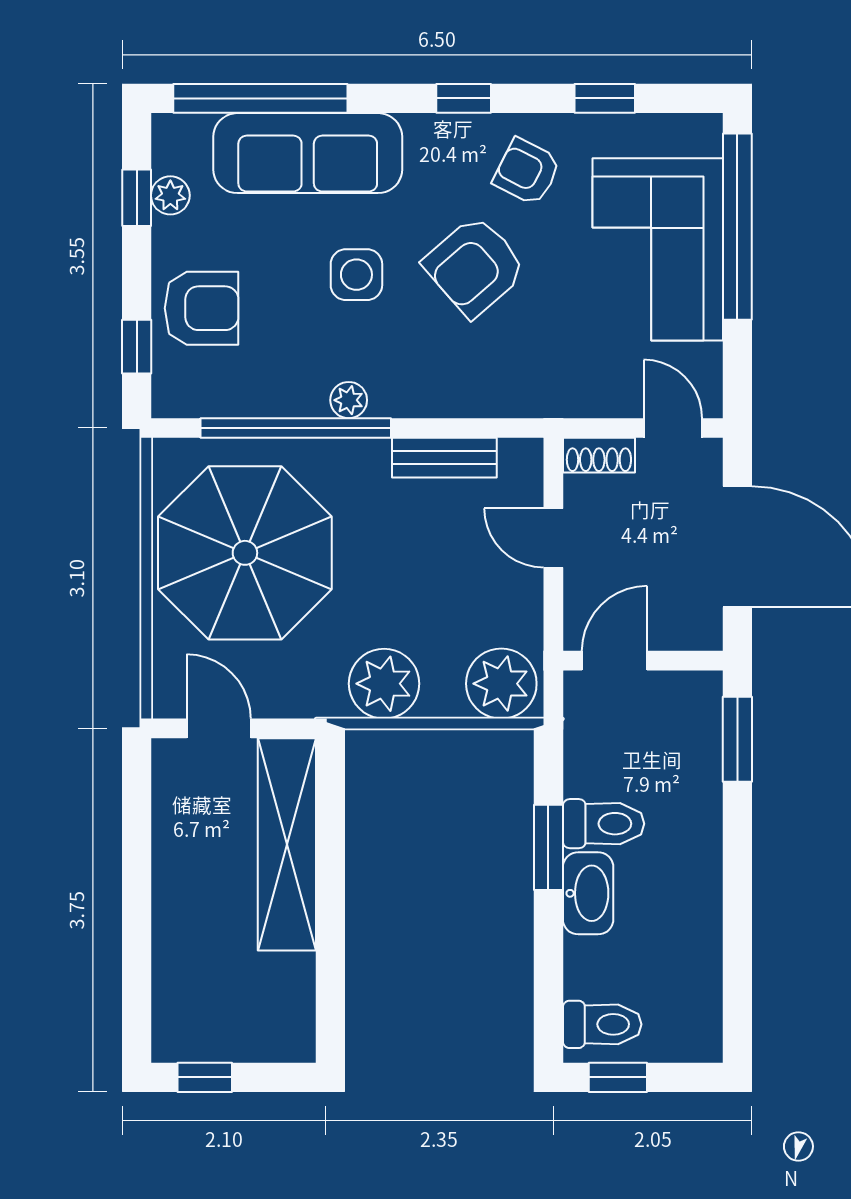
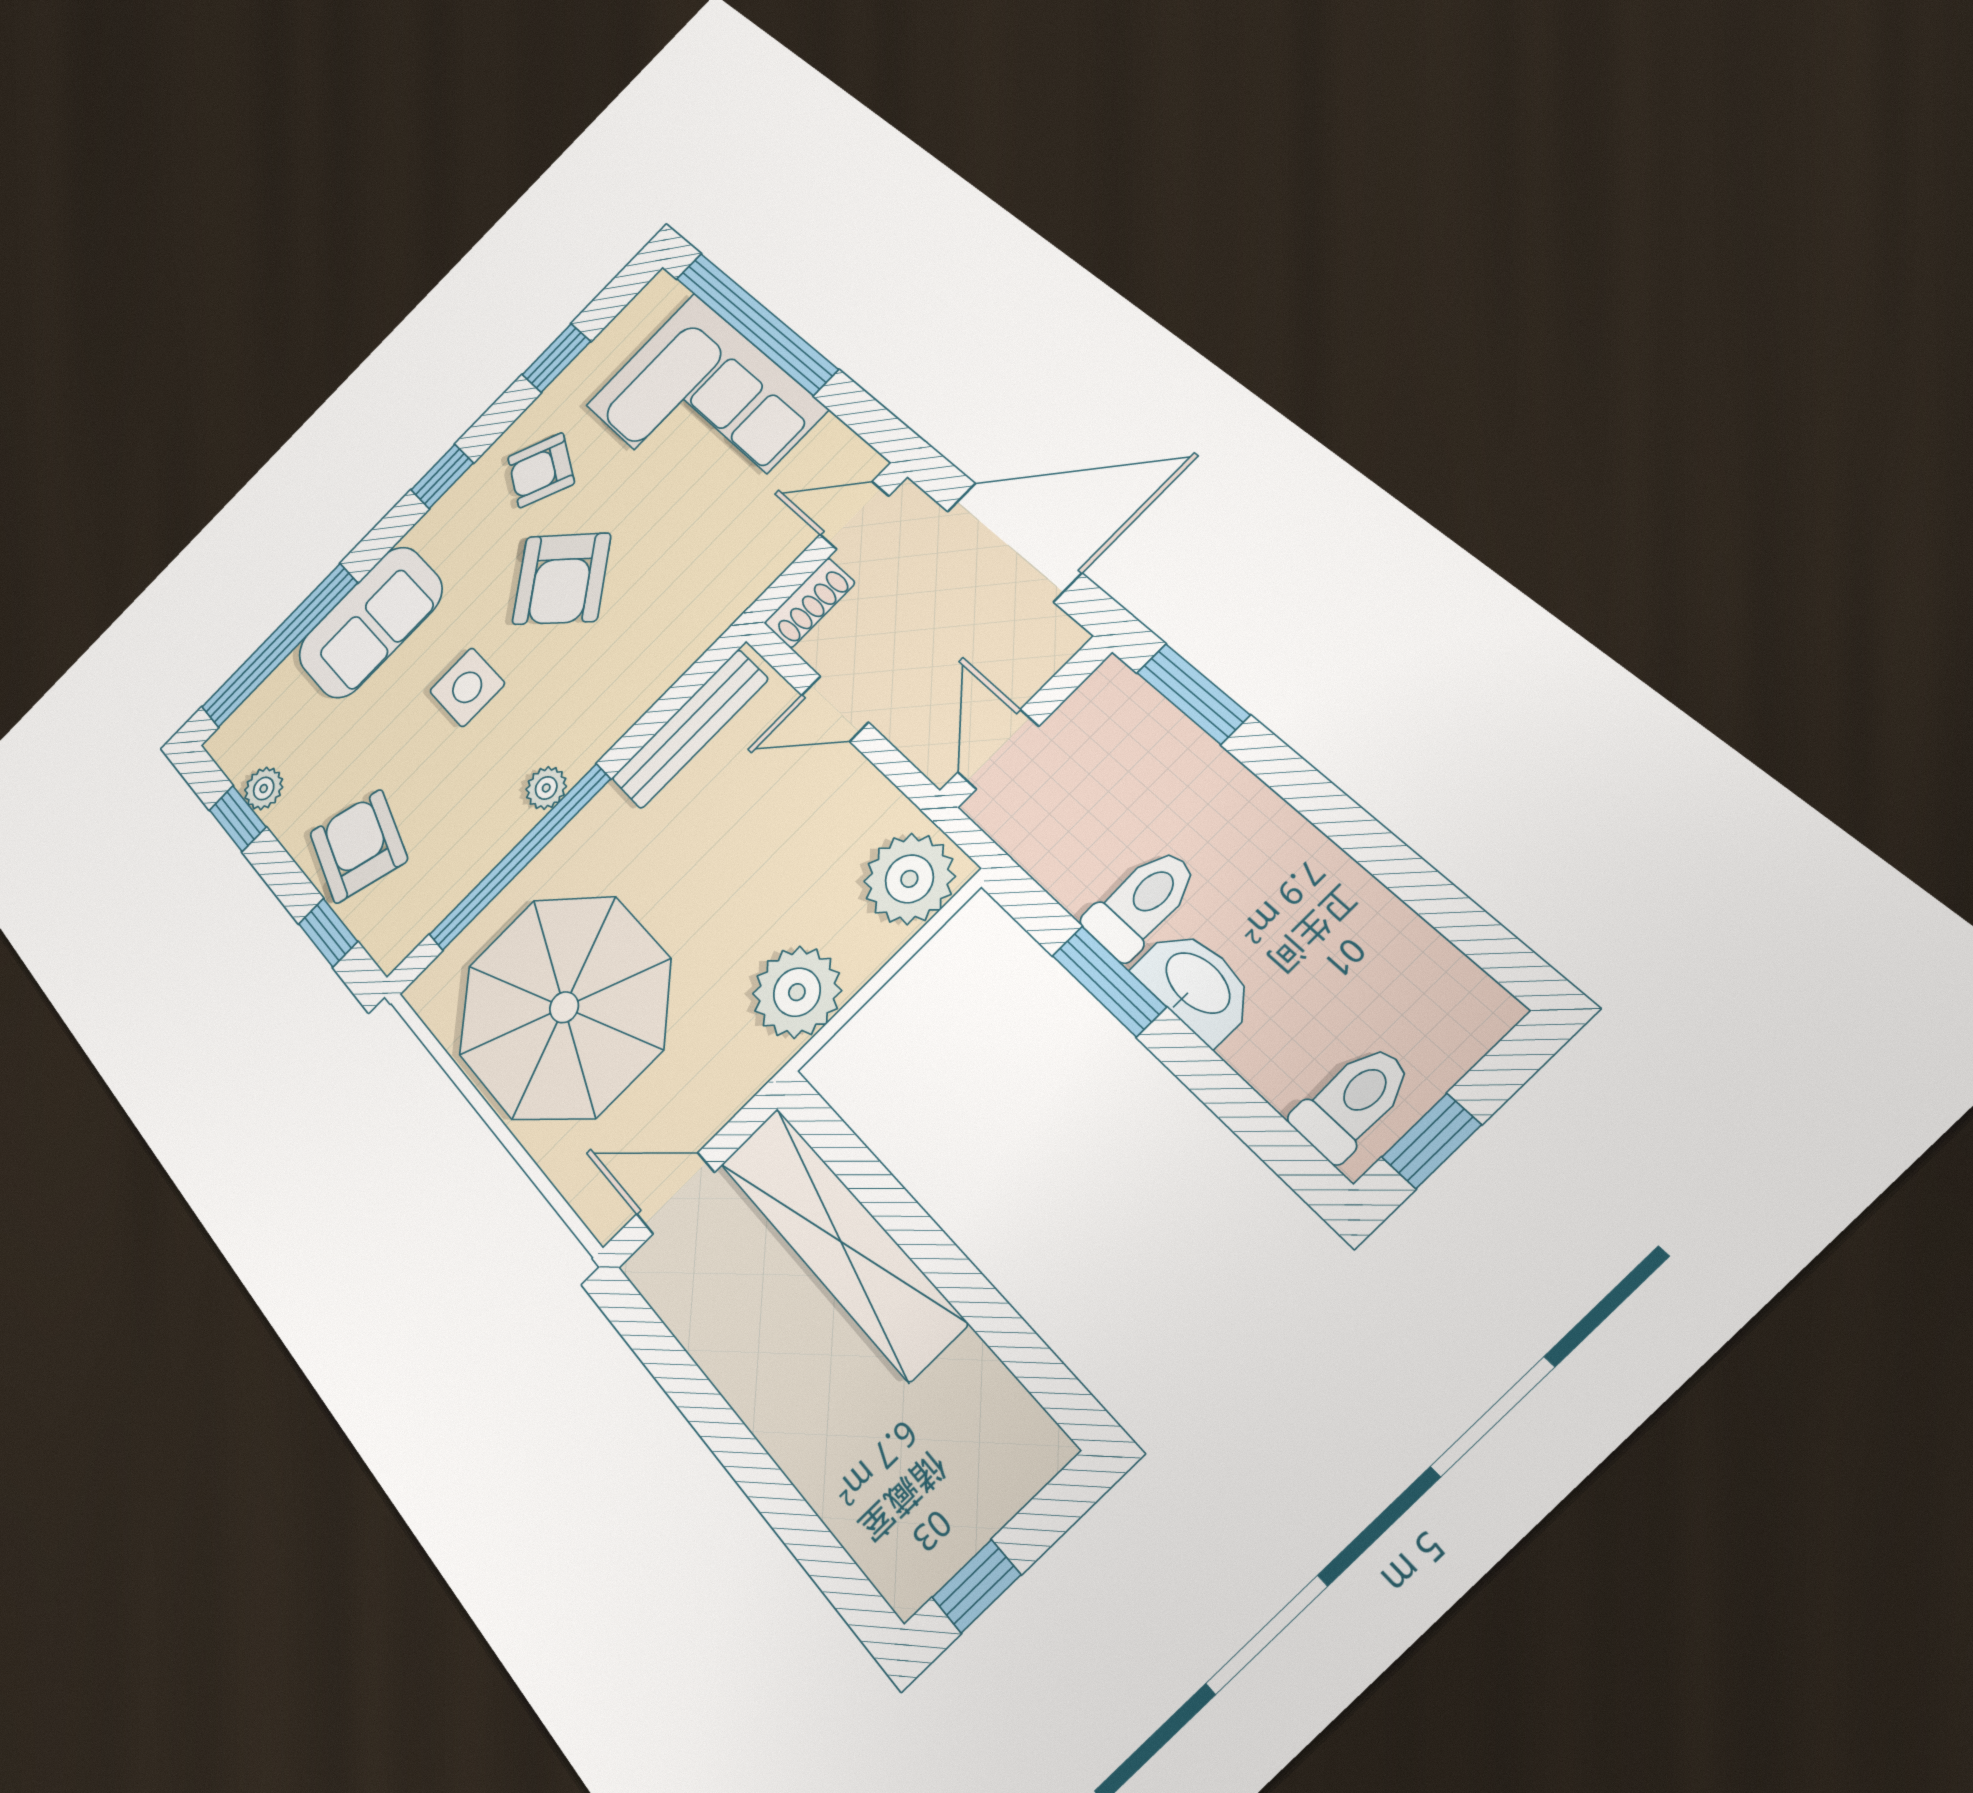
sofa: (308, 153) -> (370, 622), width x0.73
armchair: (202, 308) -> (359, 846), turned -73
bench: (444, 458) -> (690, 729), width x1.36

